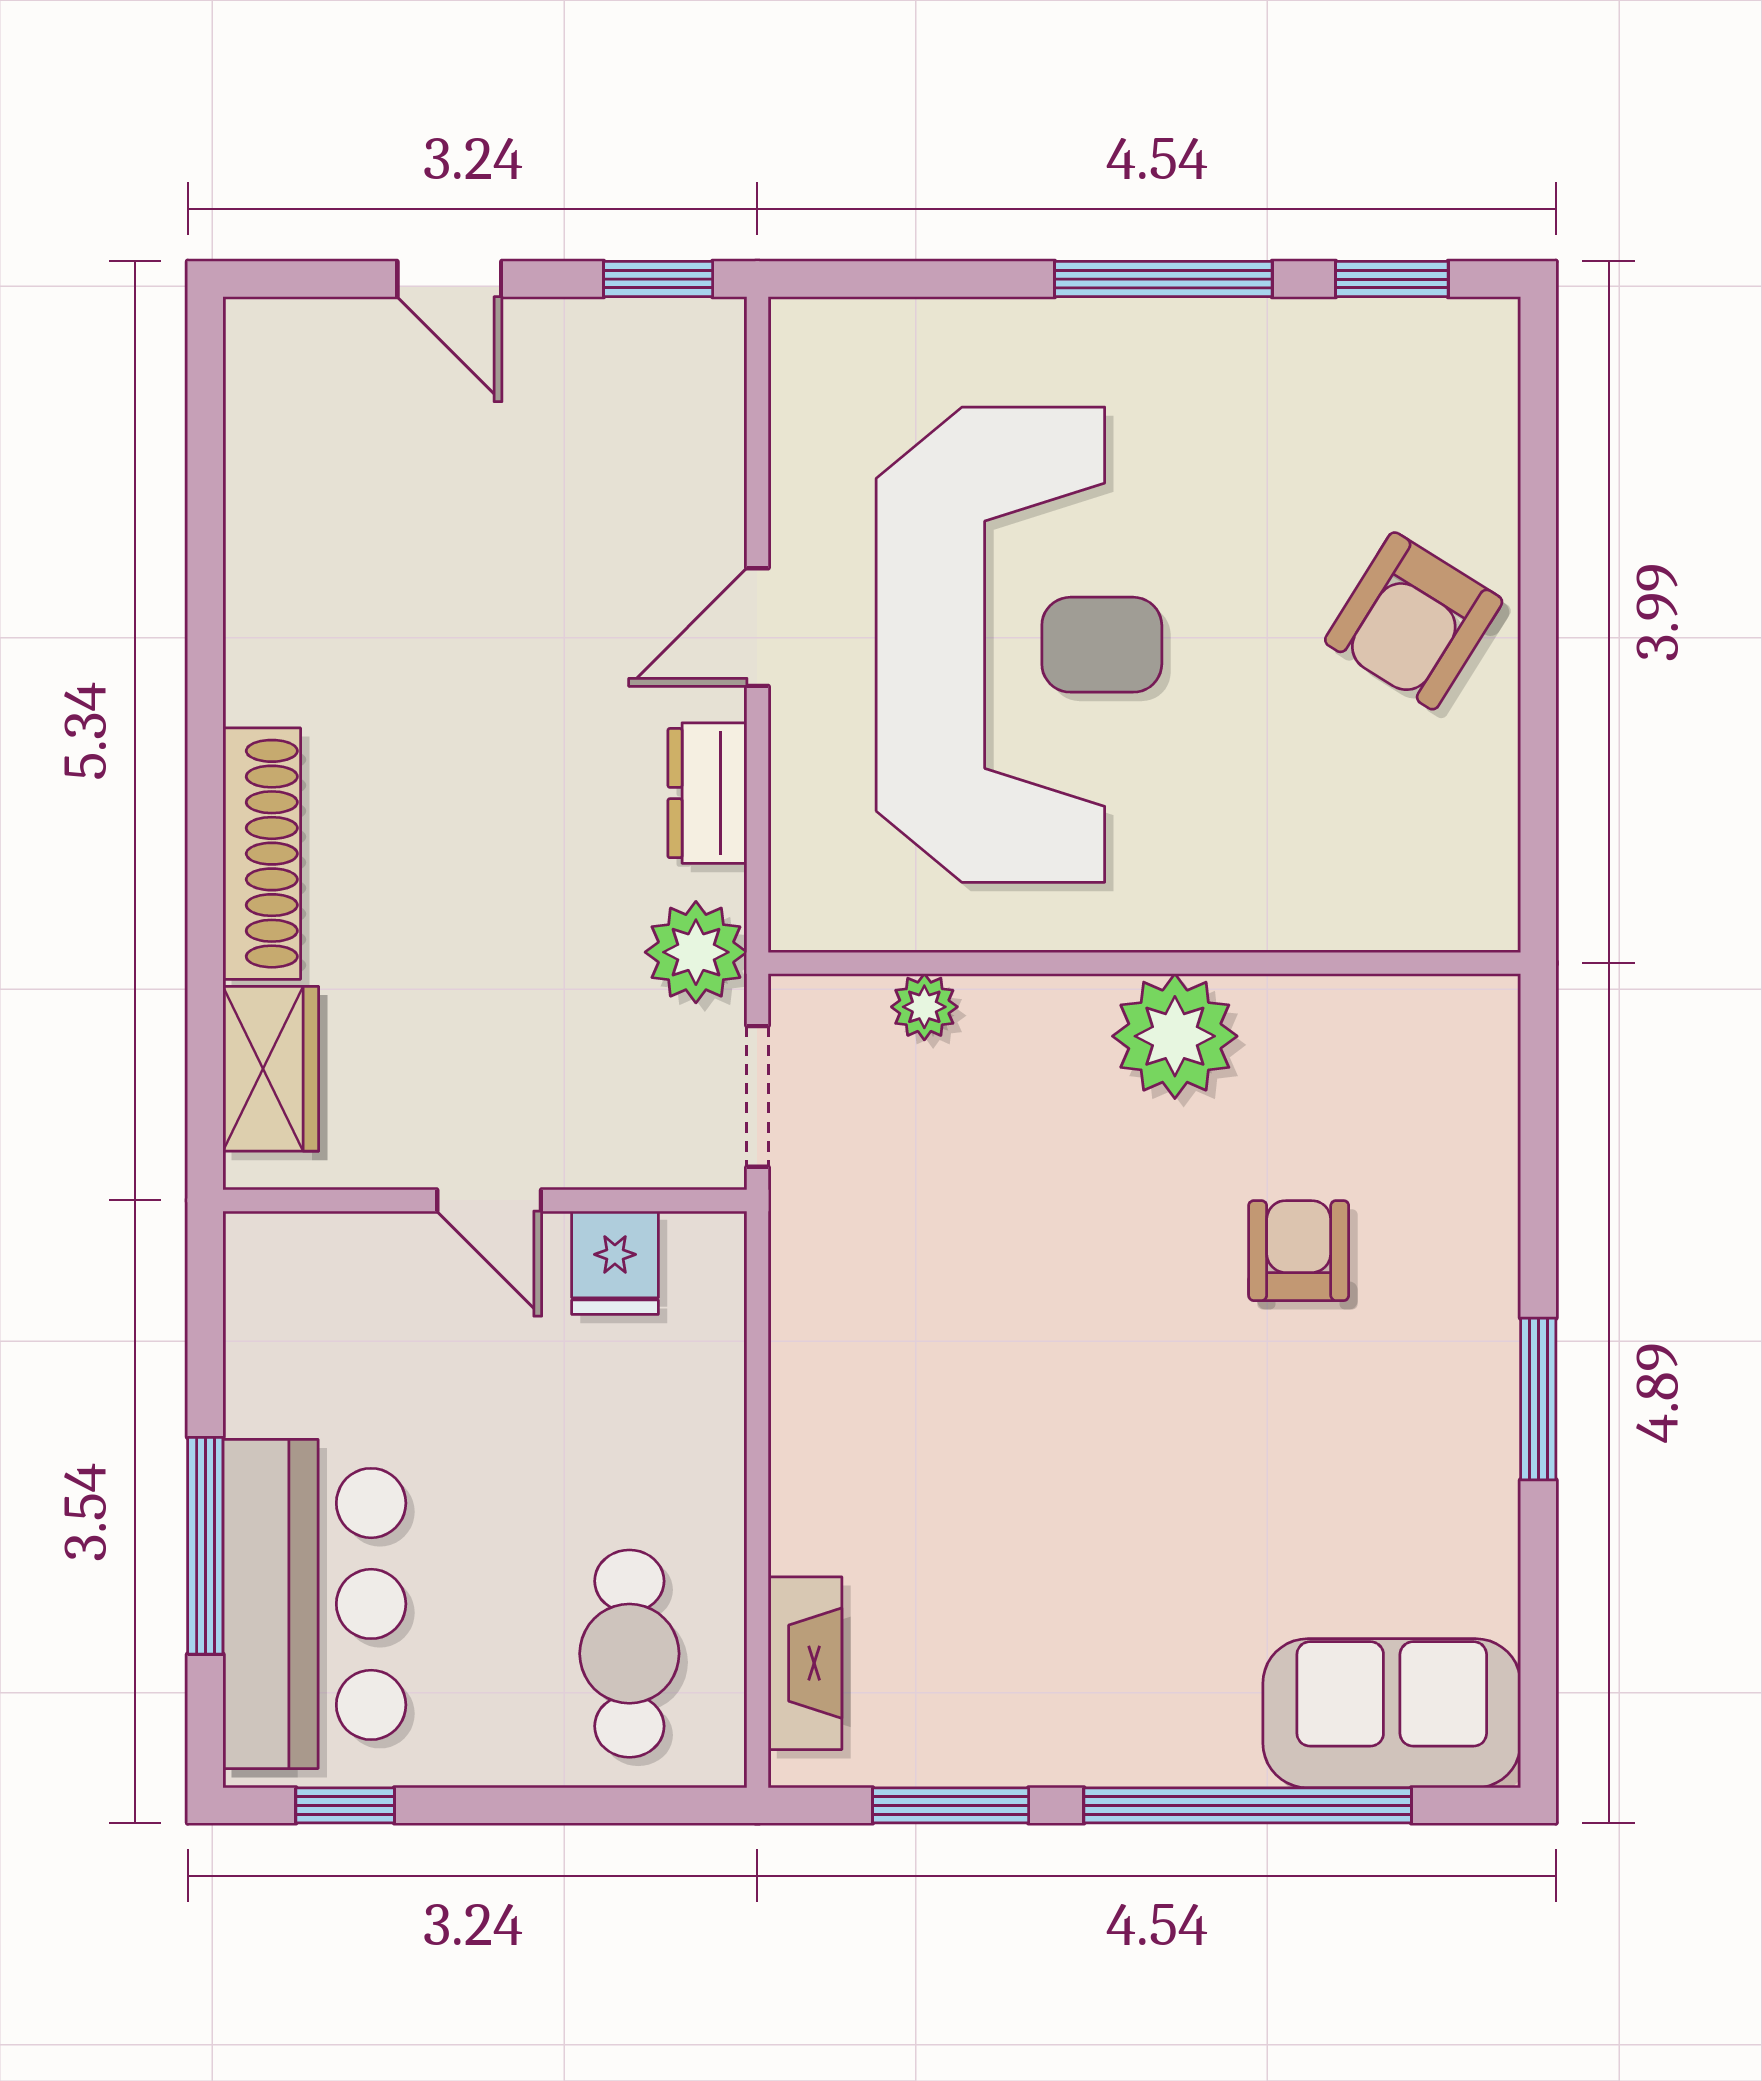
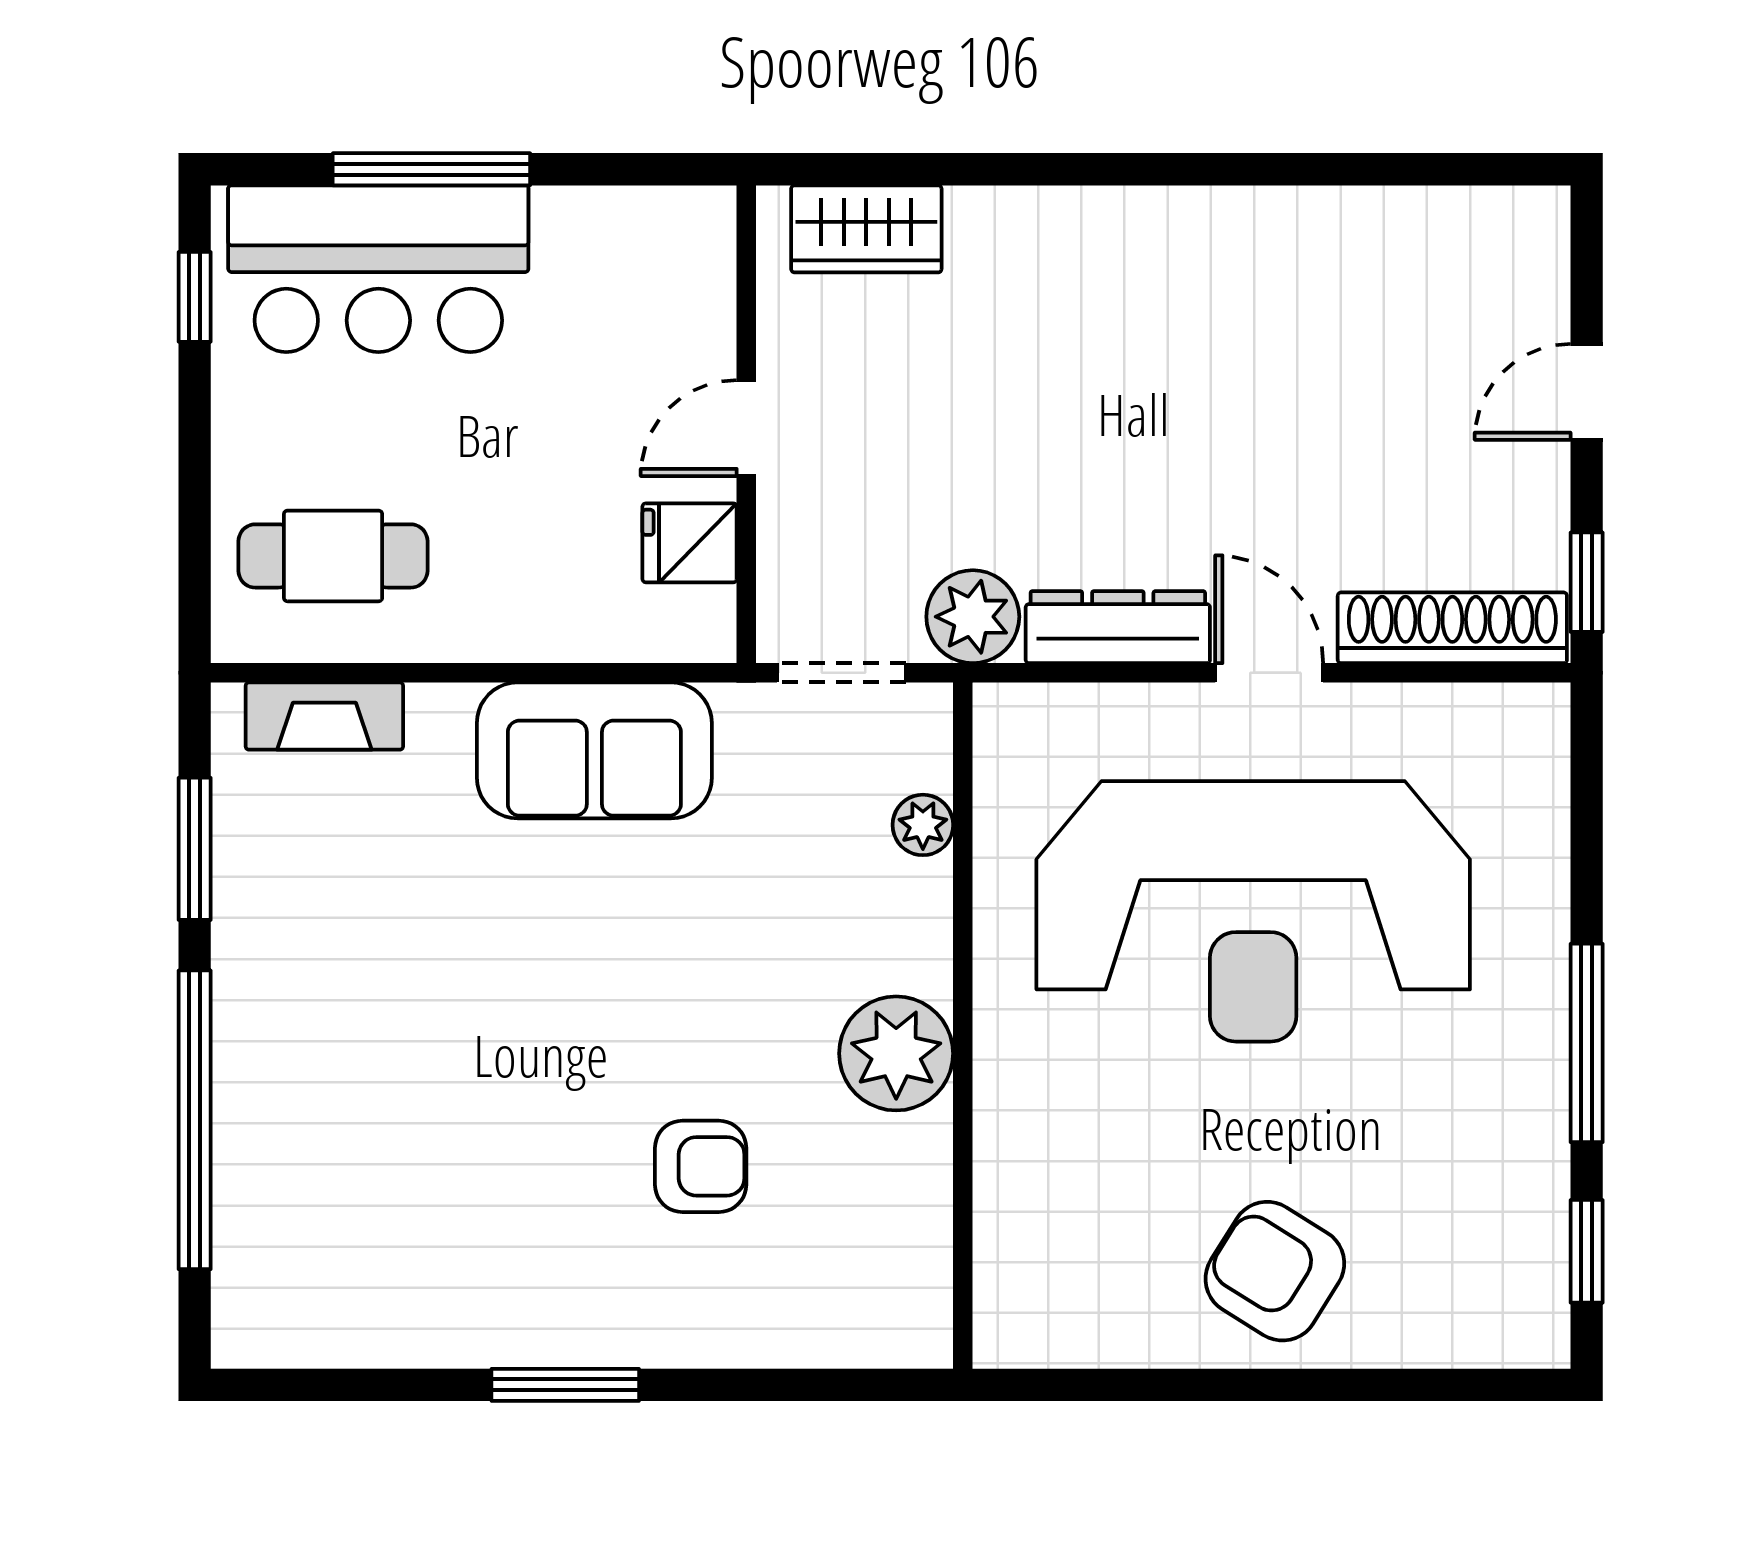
dresser: (707, 793) -> (1118, 627), width x1.44
shoe rack: (262, 854) -> (1452, 628), moved, turned 180
sofa: (1392, 1713) -> (594, 750), moved, turned 90

